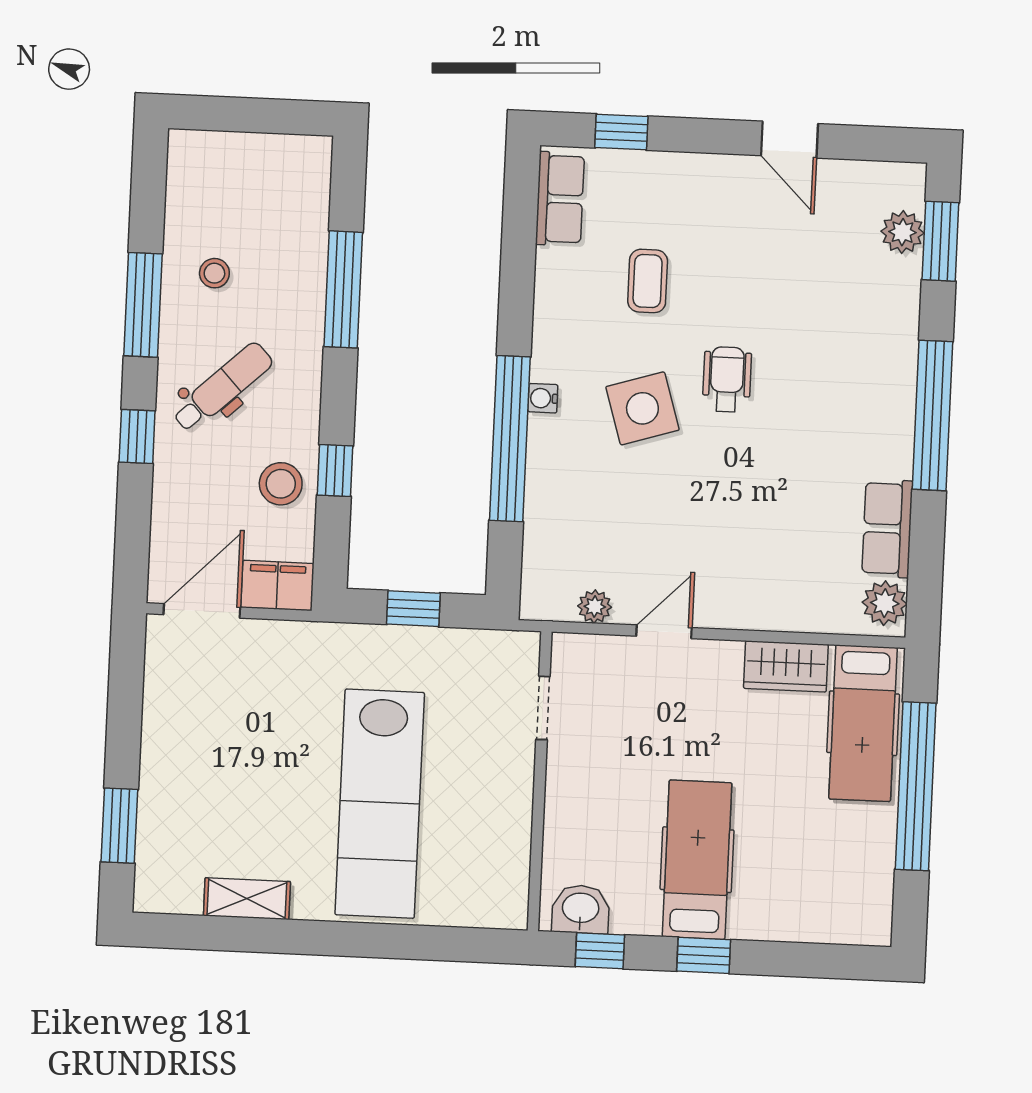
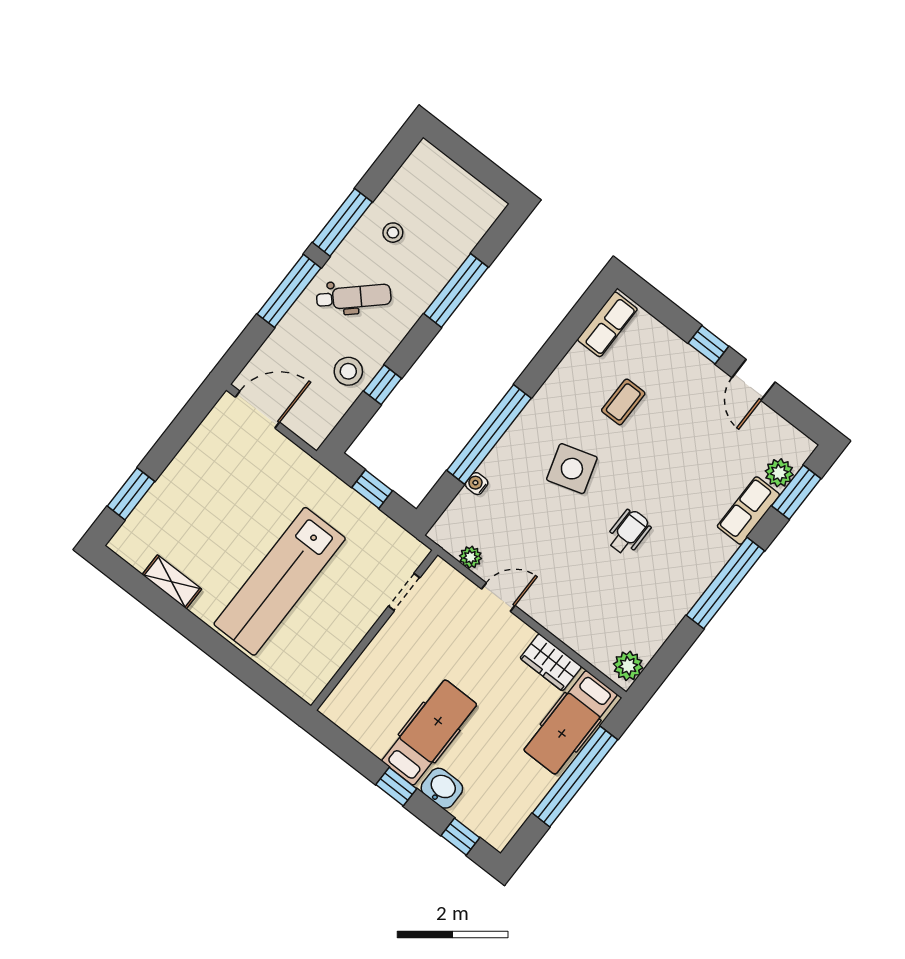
window: (621, 132) -> (708, 345), moved
wheelchair: (727, 379) -> (629, 532), moved
water cooler: (543, 398) -> (477, 484), moved
window: (137, 436) -> (289, 291), width x2.17
row of seats: (887, 529) -> (748, 511), moved
filing cabinet: (277, 585) -> (308, 425), removed
washbasin: (581, 909) -> (442, 788), moved
window: (600, 951) -> (460, 837), moved

